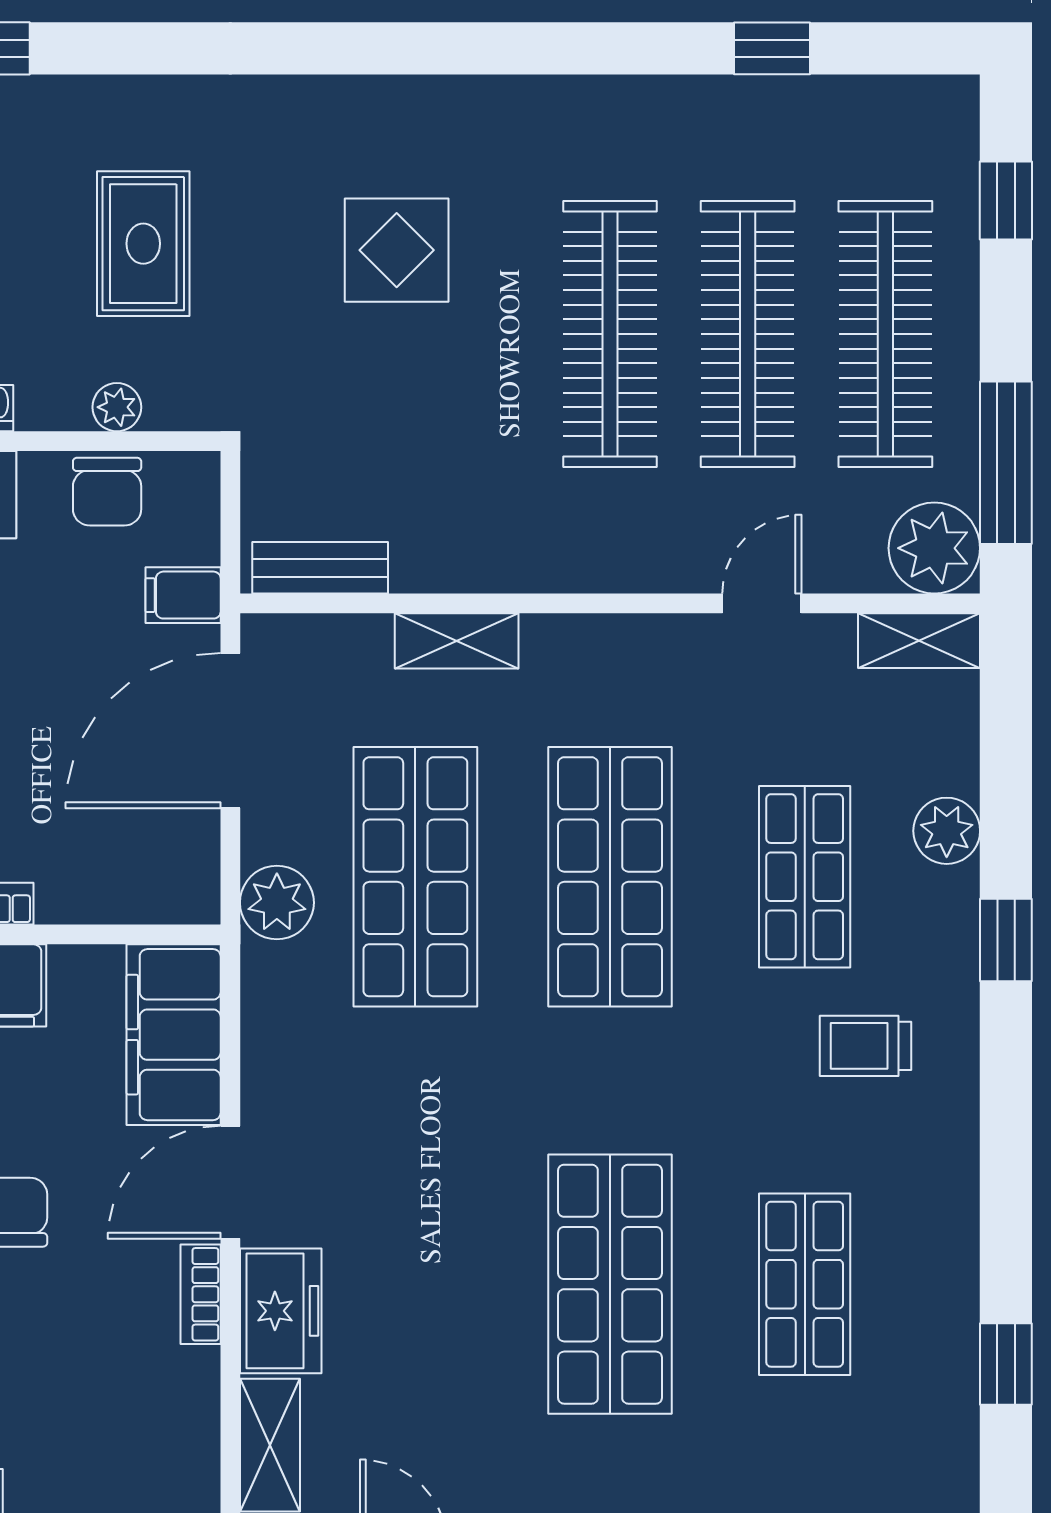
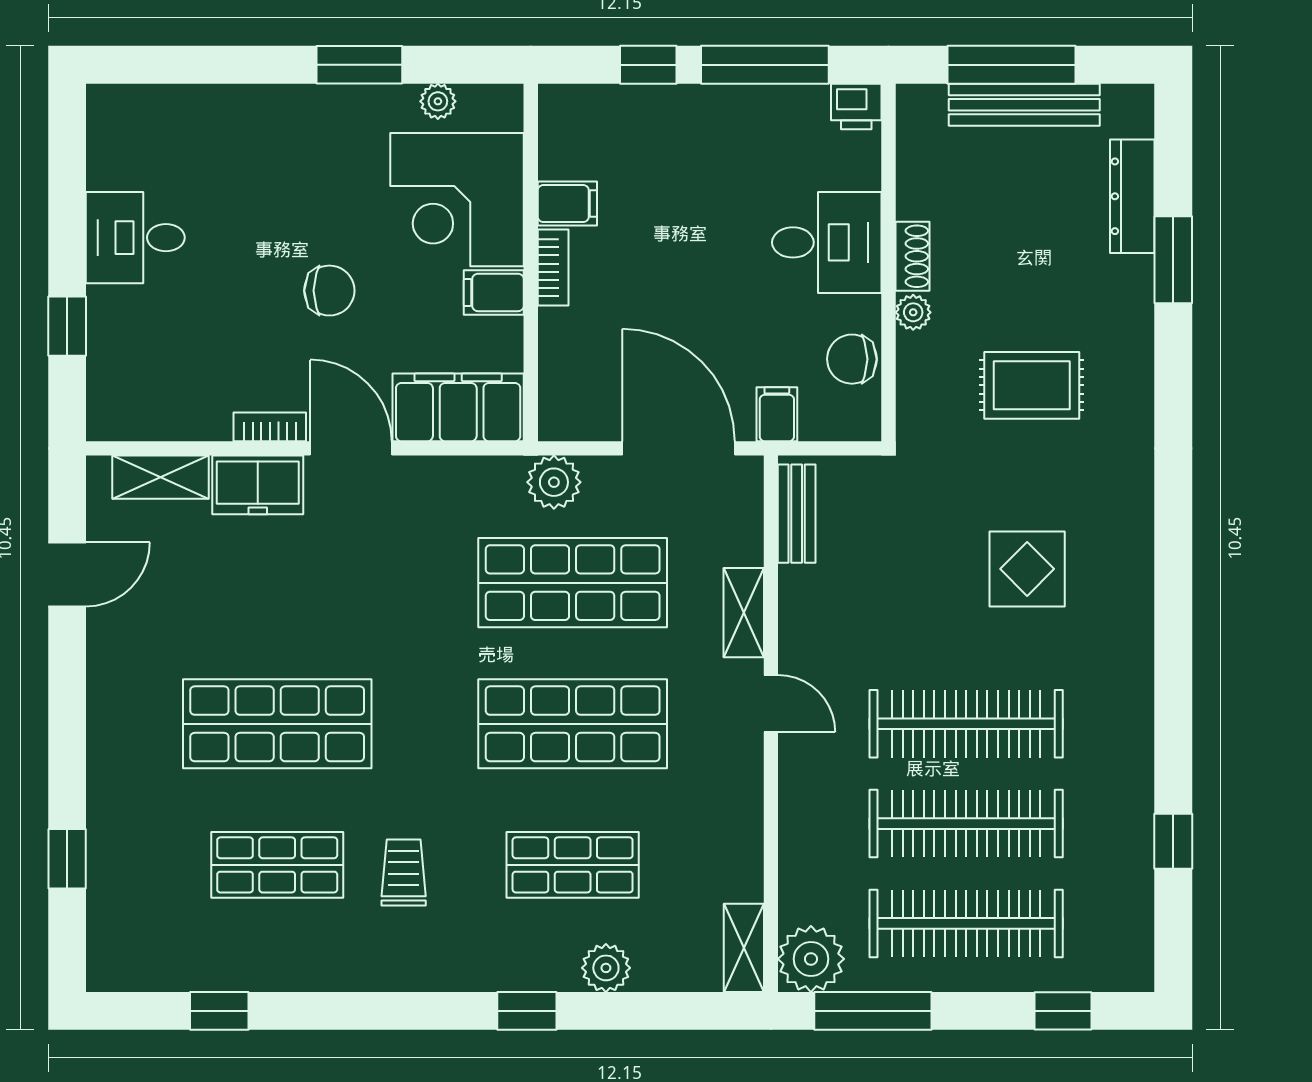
plant: (117, 407) -> (913, 312), moved
door: (762, 603) -> (771, 704), moved
trolley: (865, 1046) -> (404, 873), moved

